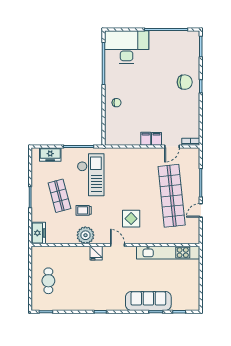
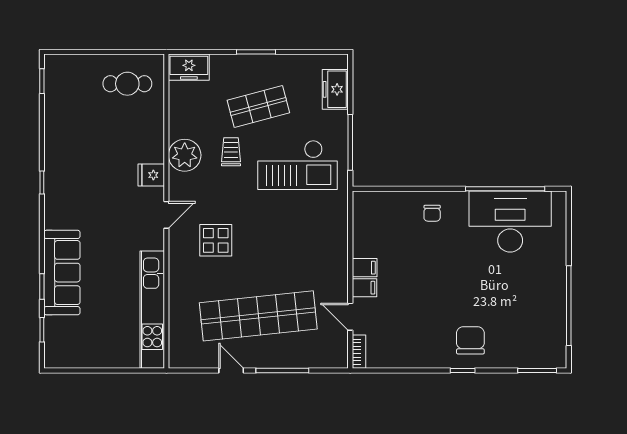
desk: (127, 47) -> (510, 221), moved, turned -90
chair: (185, 82) -> (470, 340), turned 180
cafe table: (48, 281) -> (127, 84), moved

